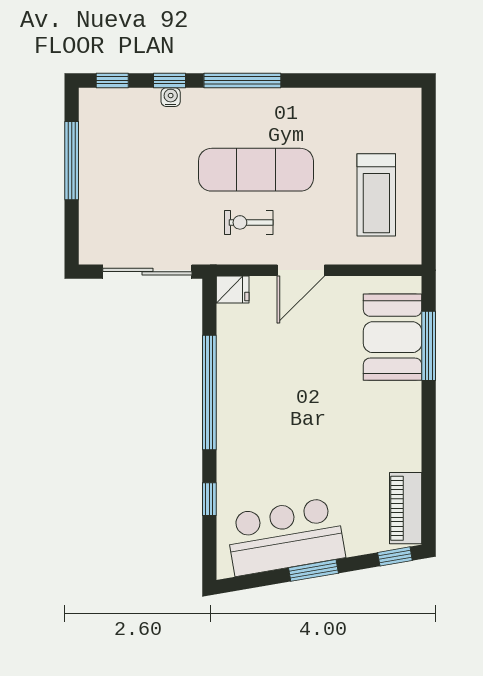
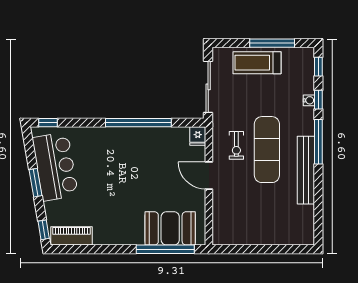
bench: (292, 102) -> (306, 170), added
treadmill: (376, 195) -> (257, 63), moved
exercise bike: (249, 222) -> (236, 145), turned 180
window: (429, 346) -> (165, 249), width x1.46
window: (209, 499) -> (48, 123), moved

